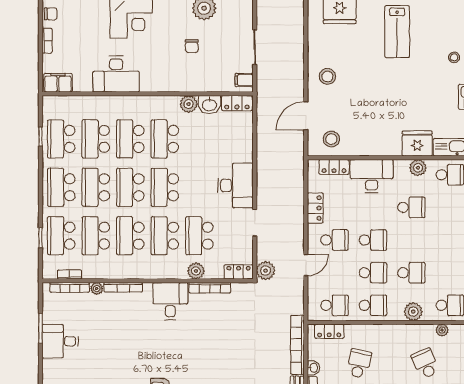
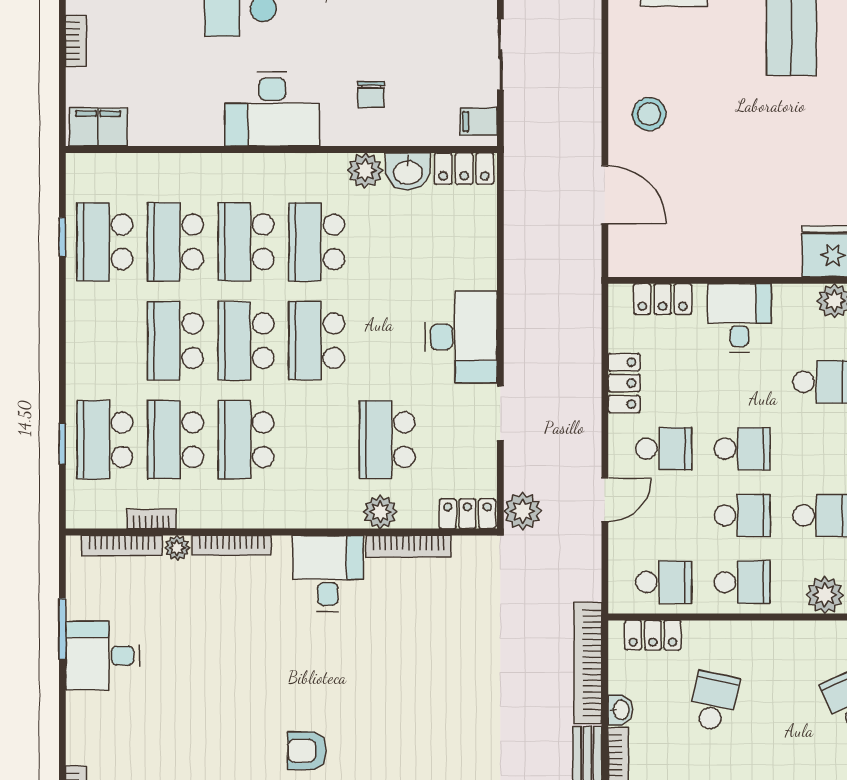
chair: (192, 46) -> (371, 94), moved
desk: (116, 74) -> (272, 109), moved
door: (306, 116) -> (605, 195), swing flipped
stool: (331, 139) -> (657, 242), removed
desk: (372, 176) -> (739, 318), width x0.73
school desk: (61, 187) -> (105, 341), removed
school desk: (165, 236) -> (317, 440), removed
bookcase: (69, 274) -> (151, 519), moved

